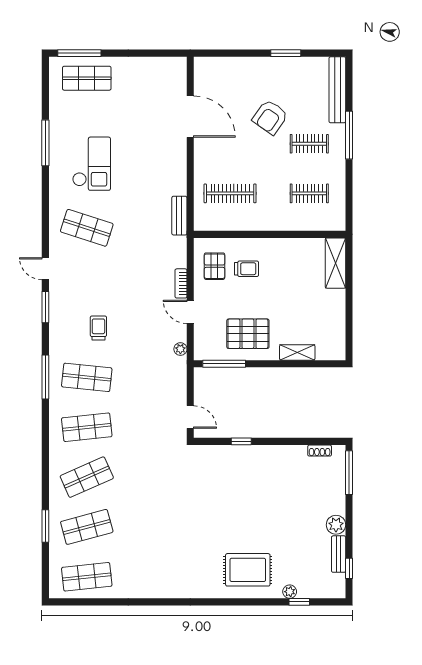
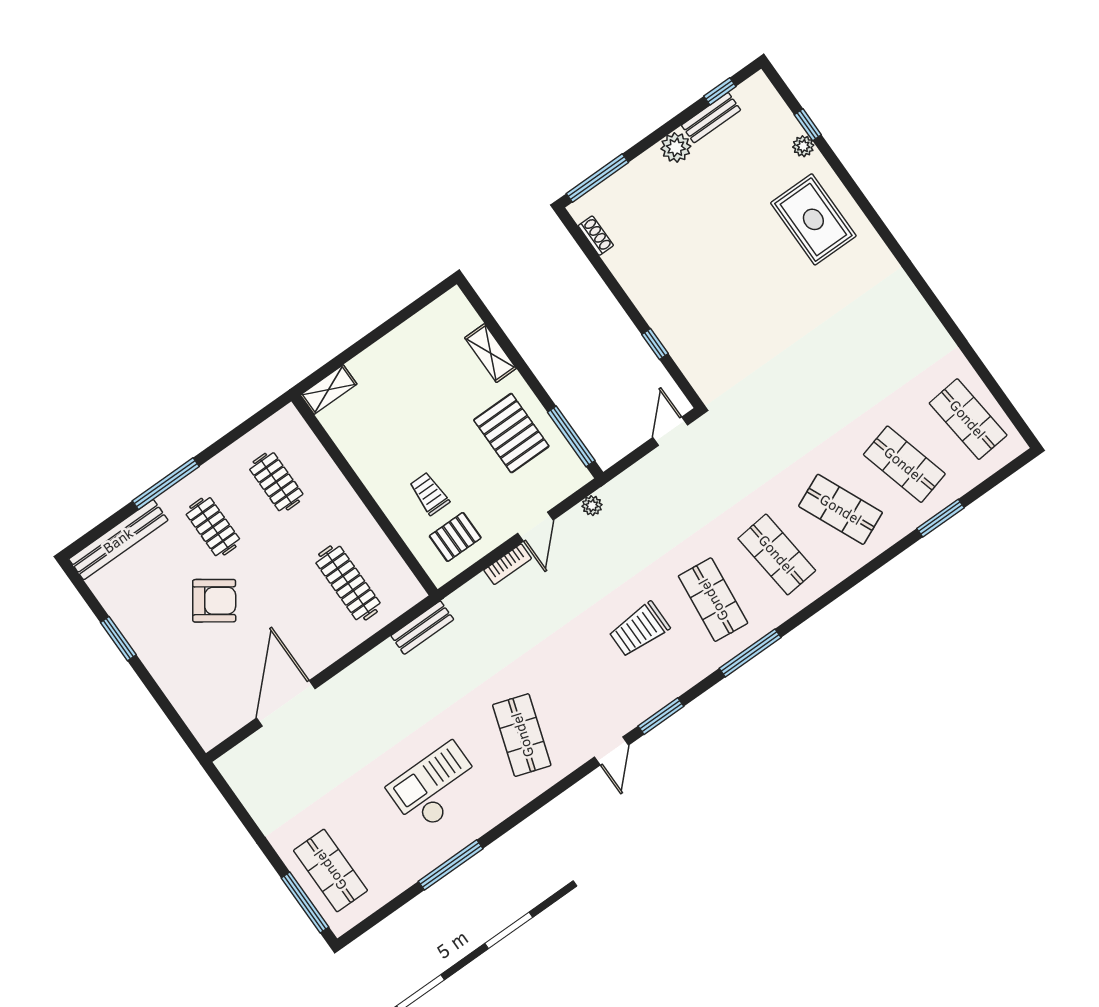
shelving: (335, 263) -> (329, 389), width x0.67, depth x0.75
trolley: (98, 328) -> (639, 629), width x1.36, depth x1.39

